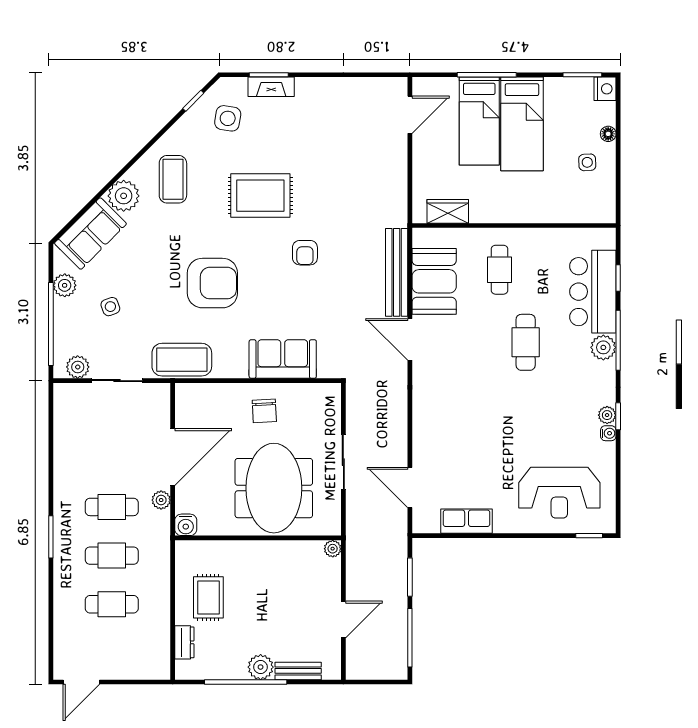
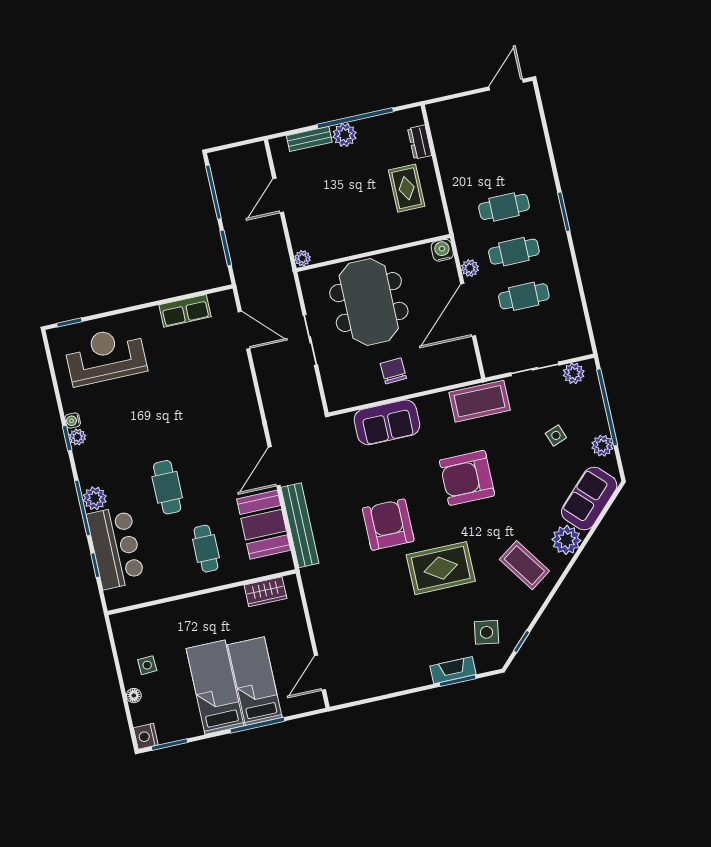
coffee table: (173, 179) -> (524, 565), turned -35
armchair: (305, 253) -> (388, 525), width x1.88, depth x1.88
door: (410, 339) -> (274, 466), swing flipped
cafe table: (112, 604) -> (524, 296), moved

